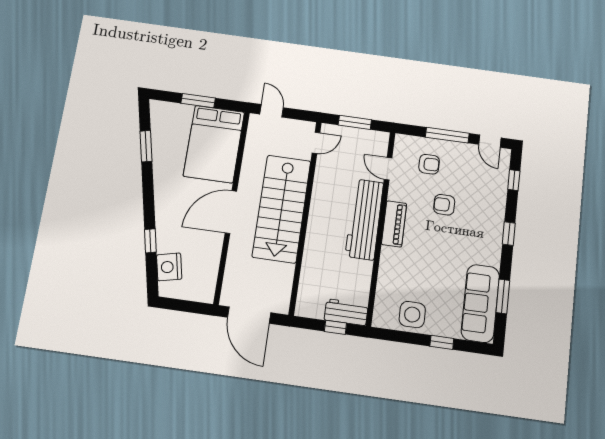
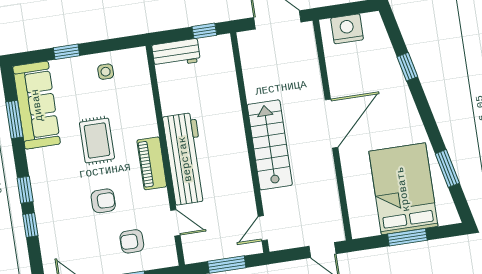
bed: (214, 144) -> (403, 189), moved
window: (514, 180) -> (30, 225), moved
stairs: (282, 209) -> (270, 145), width x0.73, depth x0.66
rug: (436, 257) -> (97, 140), added
nightstand: (169, 267) -> (347, 29), moved, turned -77
side table: (412, 315) -> (106, 72), width x0.54, depth x0.54
window: (336, 327) -> (204, 31), moved

